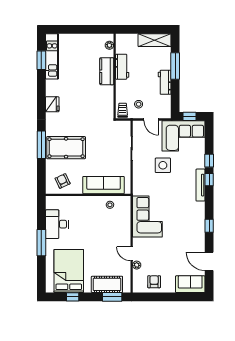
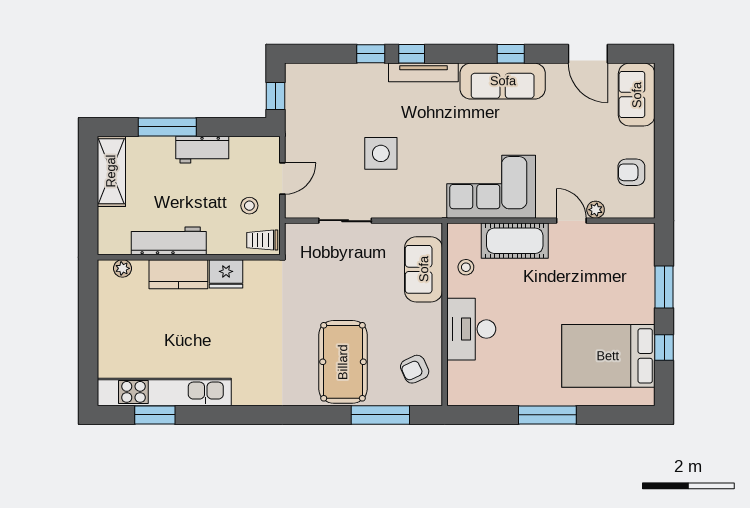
kitchen unit: (52, 56) -> (164, 392), width x1.36
workbench: (122, 67) -> (169, 241), width x1.37
fridge: (52, 104) -> (226, 274), moved, turned 180
corner sofa: (183, 136) -> (318, 109), removed
window: (41, 145) -> (380, 415), moved
sofa: (104, 185) -> (424, 269), width x0.73
sofa: (196, 222) -> (503, 81), added
desk: (57, 224) -> (471, 329), moved, turned 90
door: (132, 254) -> (571, 221), swing flipped
door: (209, 261) -> (588, 54), hinge flipped
cot: (107, 284) -> (515, 241), moved, turned 90
window: (112, 297) -> (664, 287), moved

